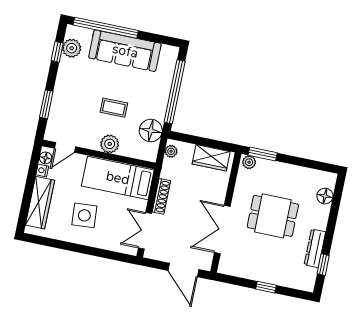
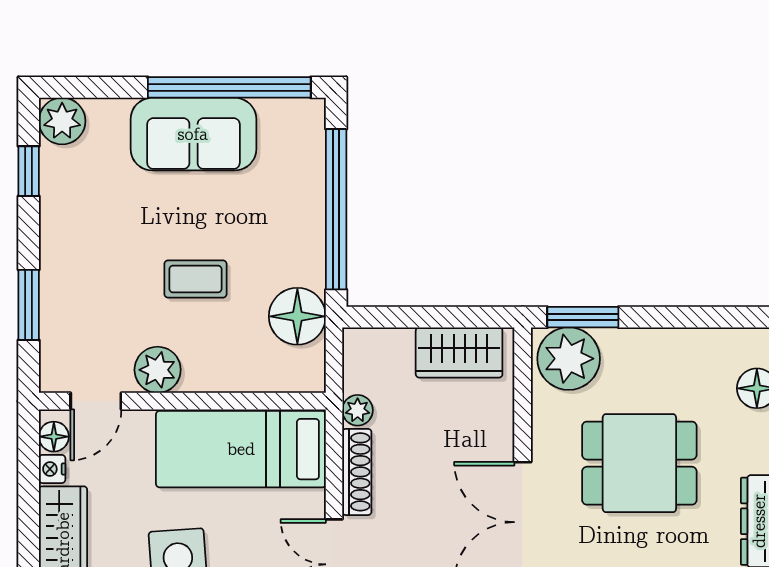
window: (106, 28) -> (229, 87), moved
plant: (72, 48) -> (62, 121), moved
sofa: (125, 51) -> (193, 134), width x0.73
plant: (110, 144) -> (158, 370), moved
plant: (171, 151) -> (358, 410), moved
plant: (249, 162) -> (569, 359), width x1.87, depth x1.87

